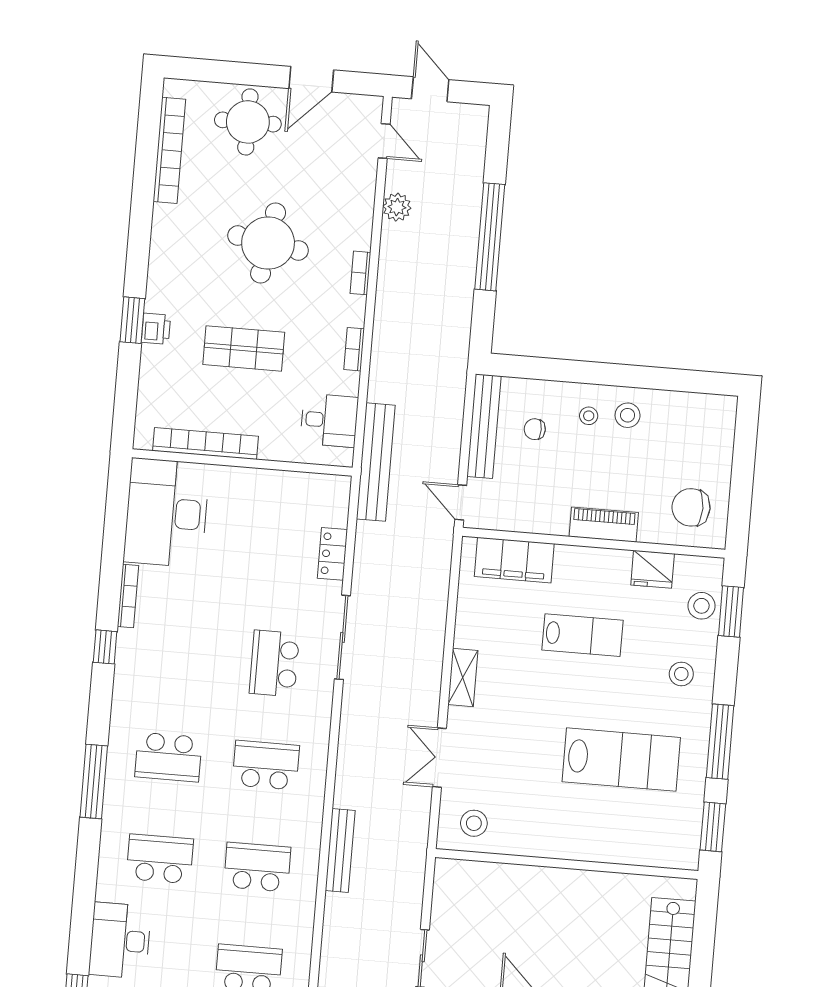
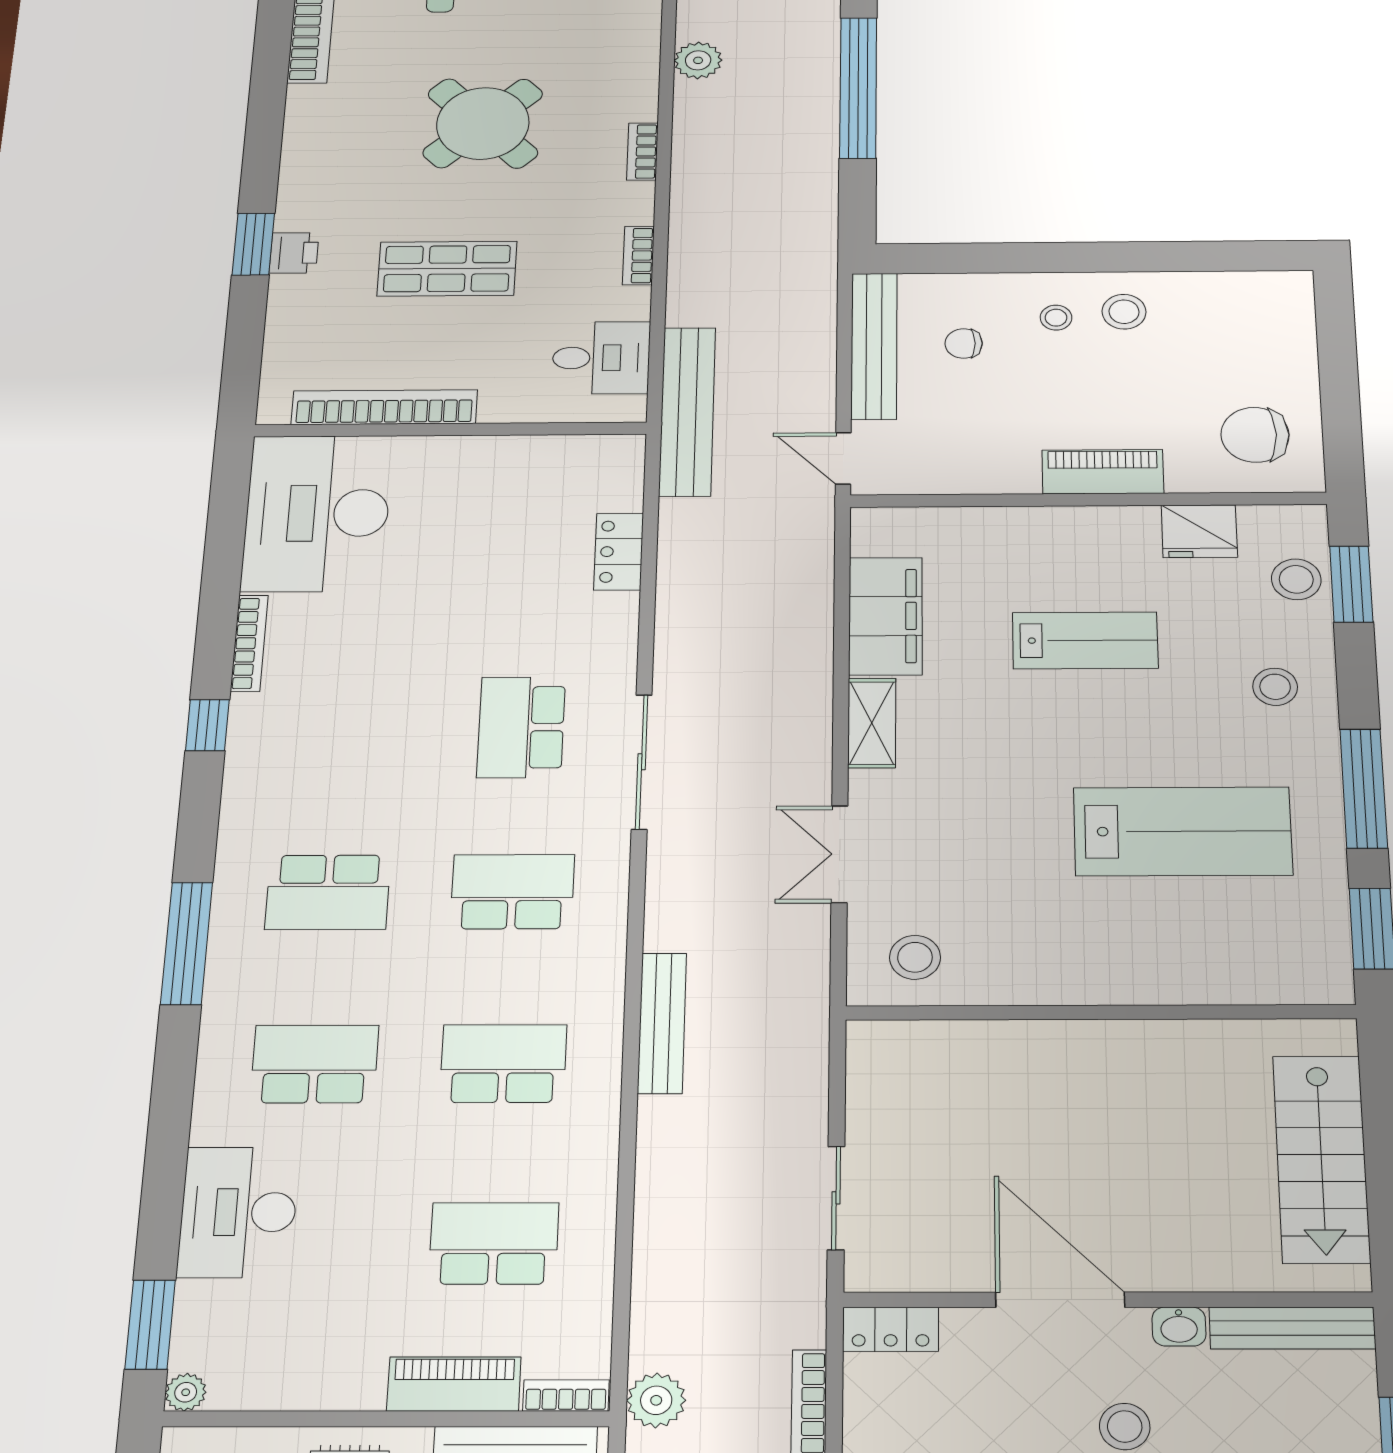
round table: (268, 243) -> (483, 123), turned 37
filing cabinet: (514, 560) -> (885, 616), moved, turned -90
sliding door: (342, 637) -> (642, 762), moved

